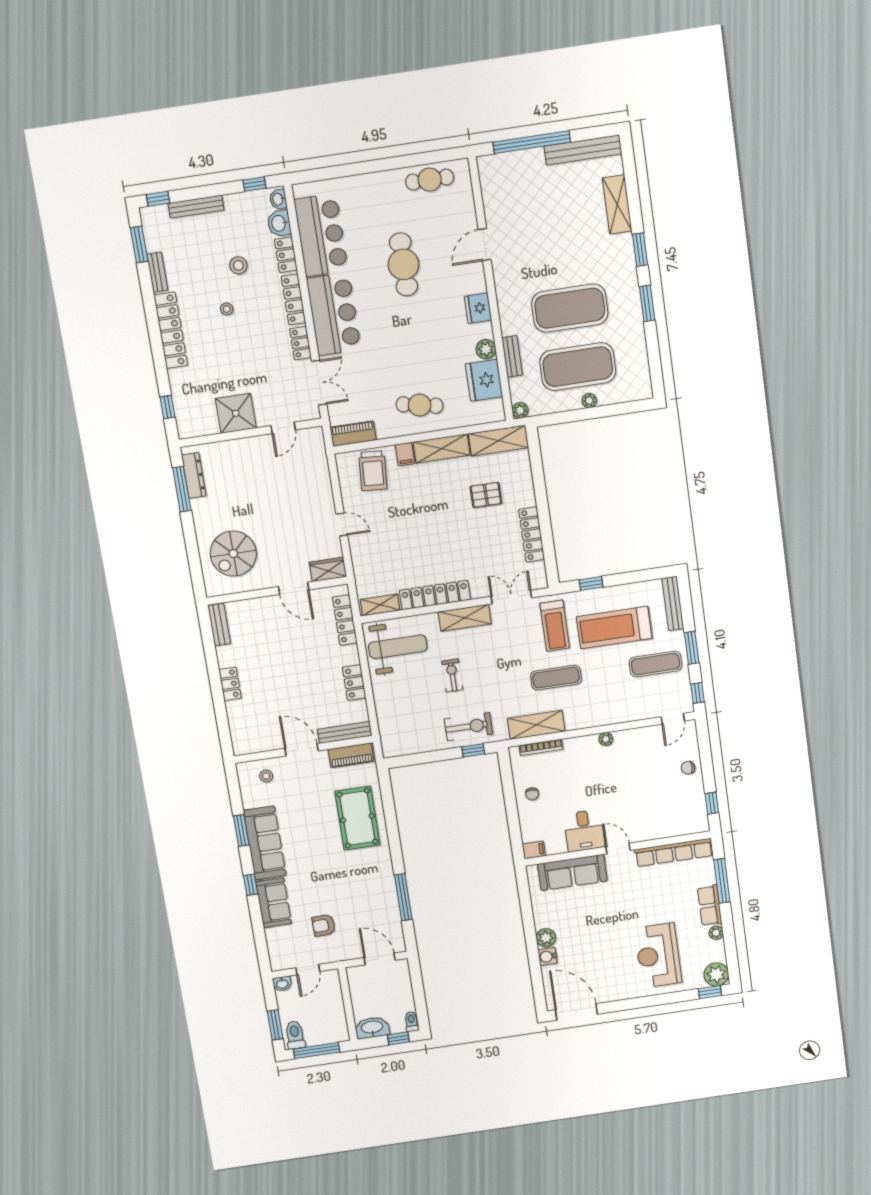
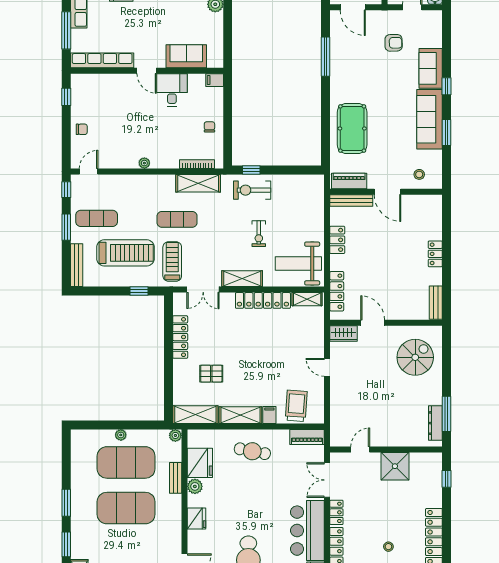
sofa: (572, 872) -> (186, 56), width x0.73

